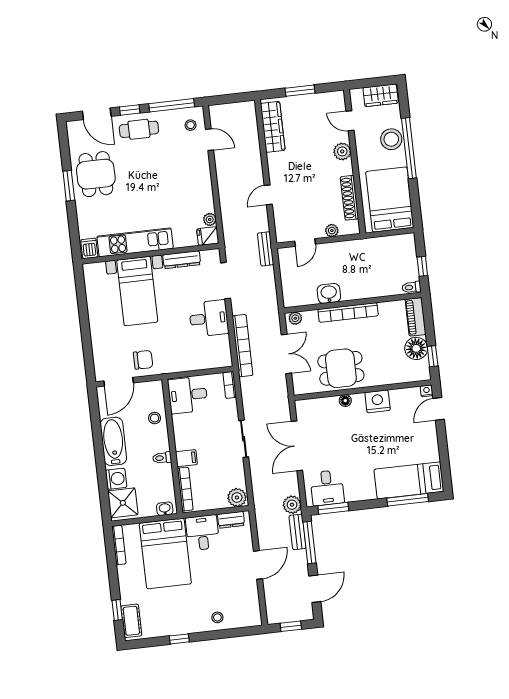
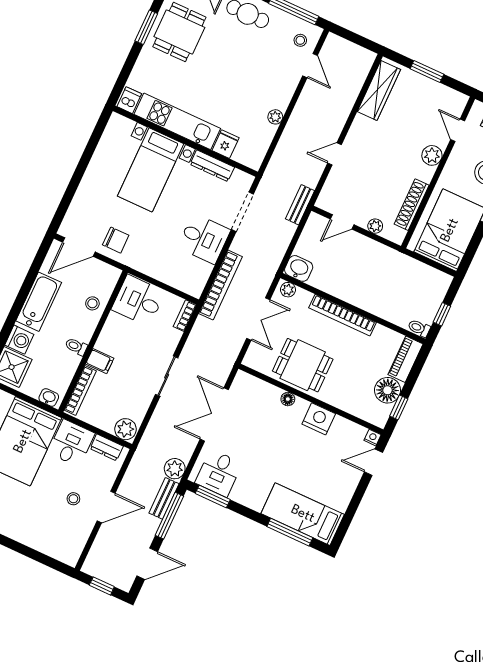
plant: (210, 219) -> (275, 117), moved
fridge: (208, 236) -> (226, 144), moved, turned 90
washbasin: (329, 293) -> (299, 268), moved
stool: (217, 617) -> (73, 499), moved

